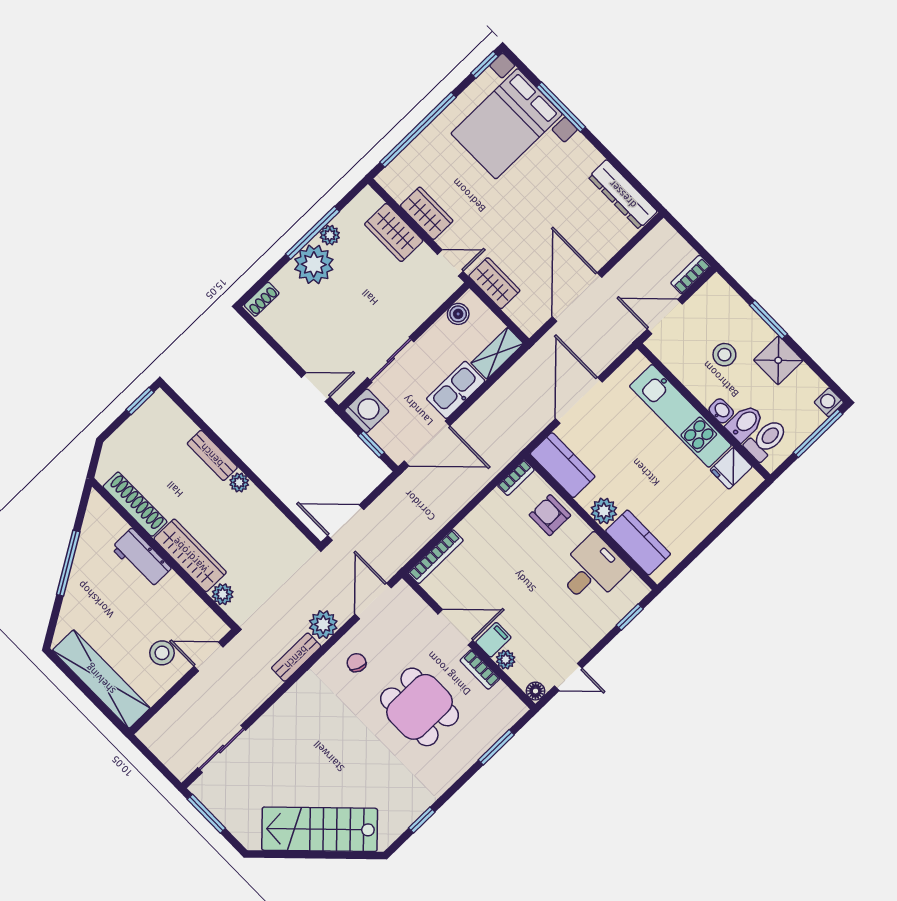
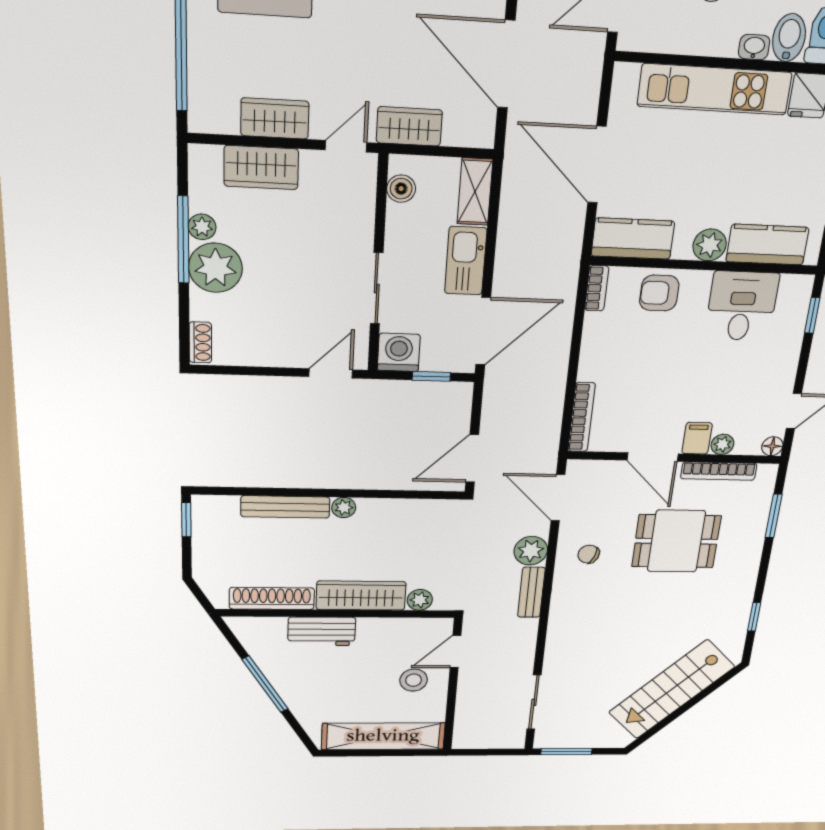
bench: (212, 455) -> (285, 507), width x1.36
door: (455, 627) -> (653, 457), swing flipped
bookcase: (480, 670) -> (719, 471), width x1.56

